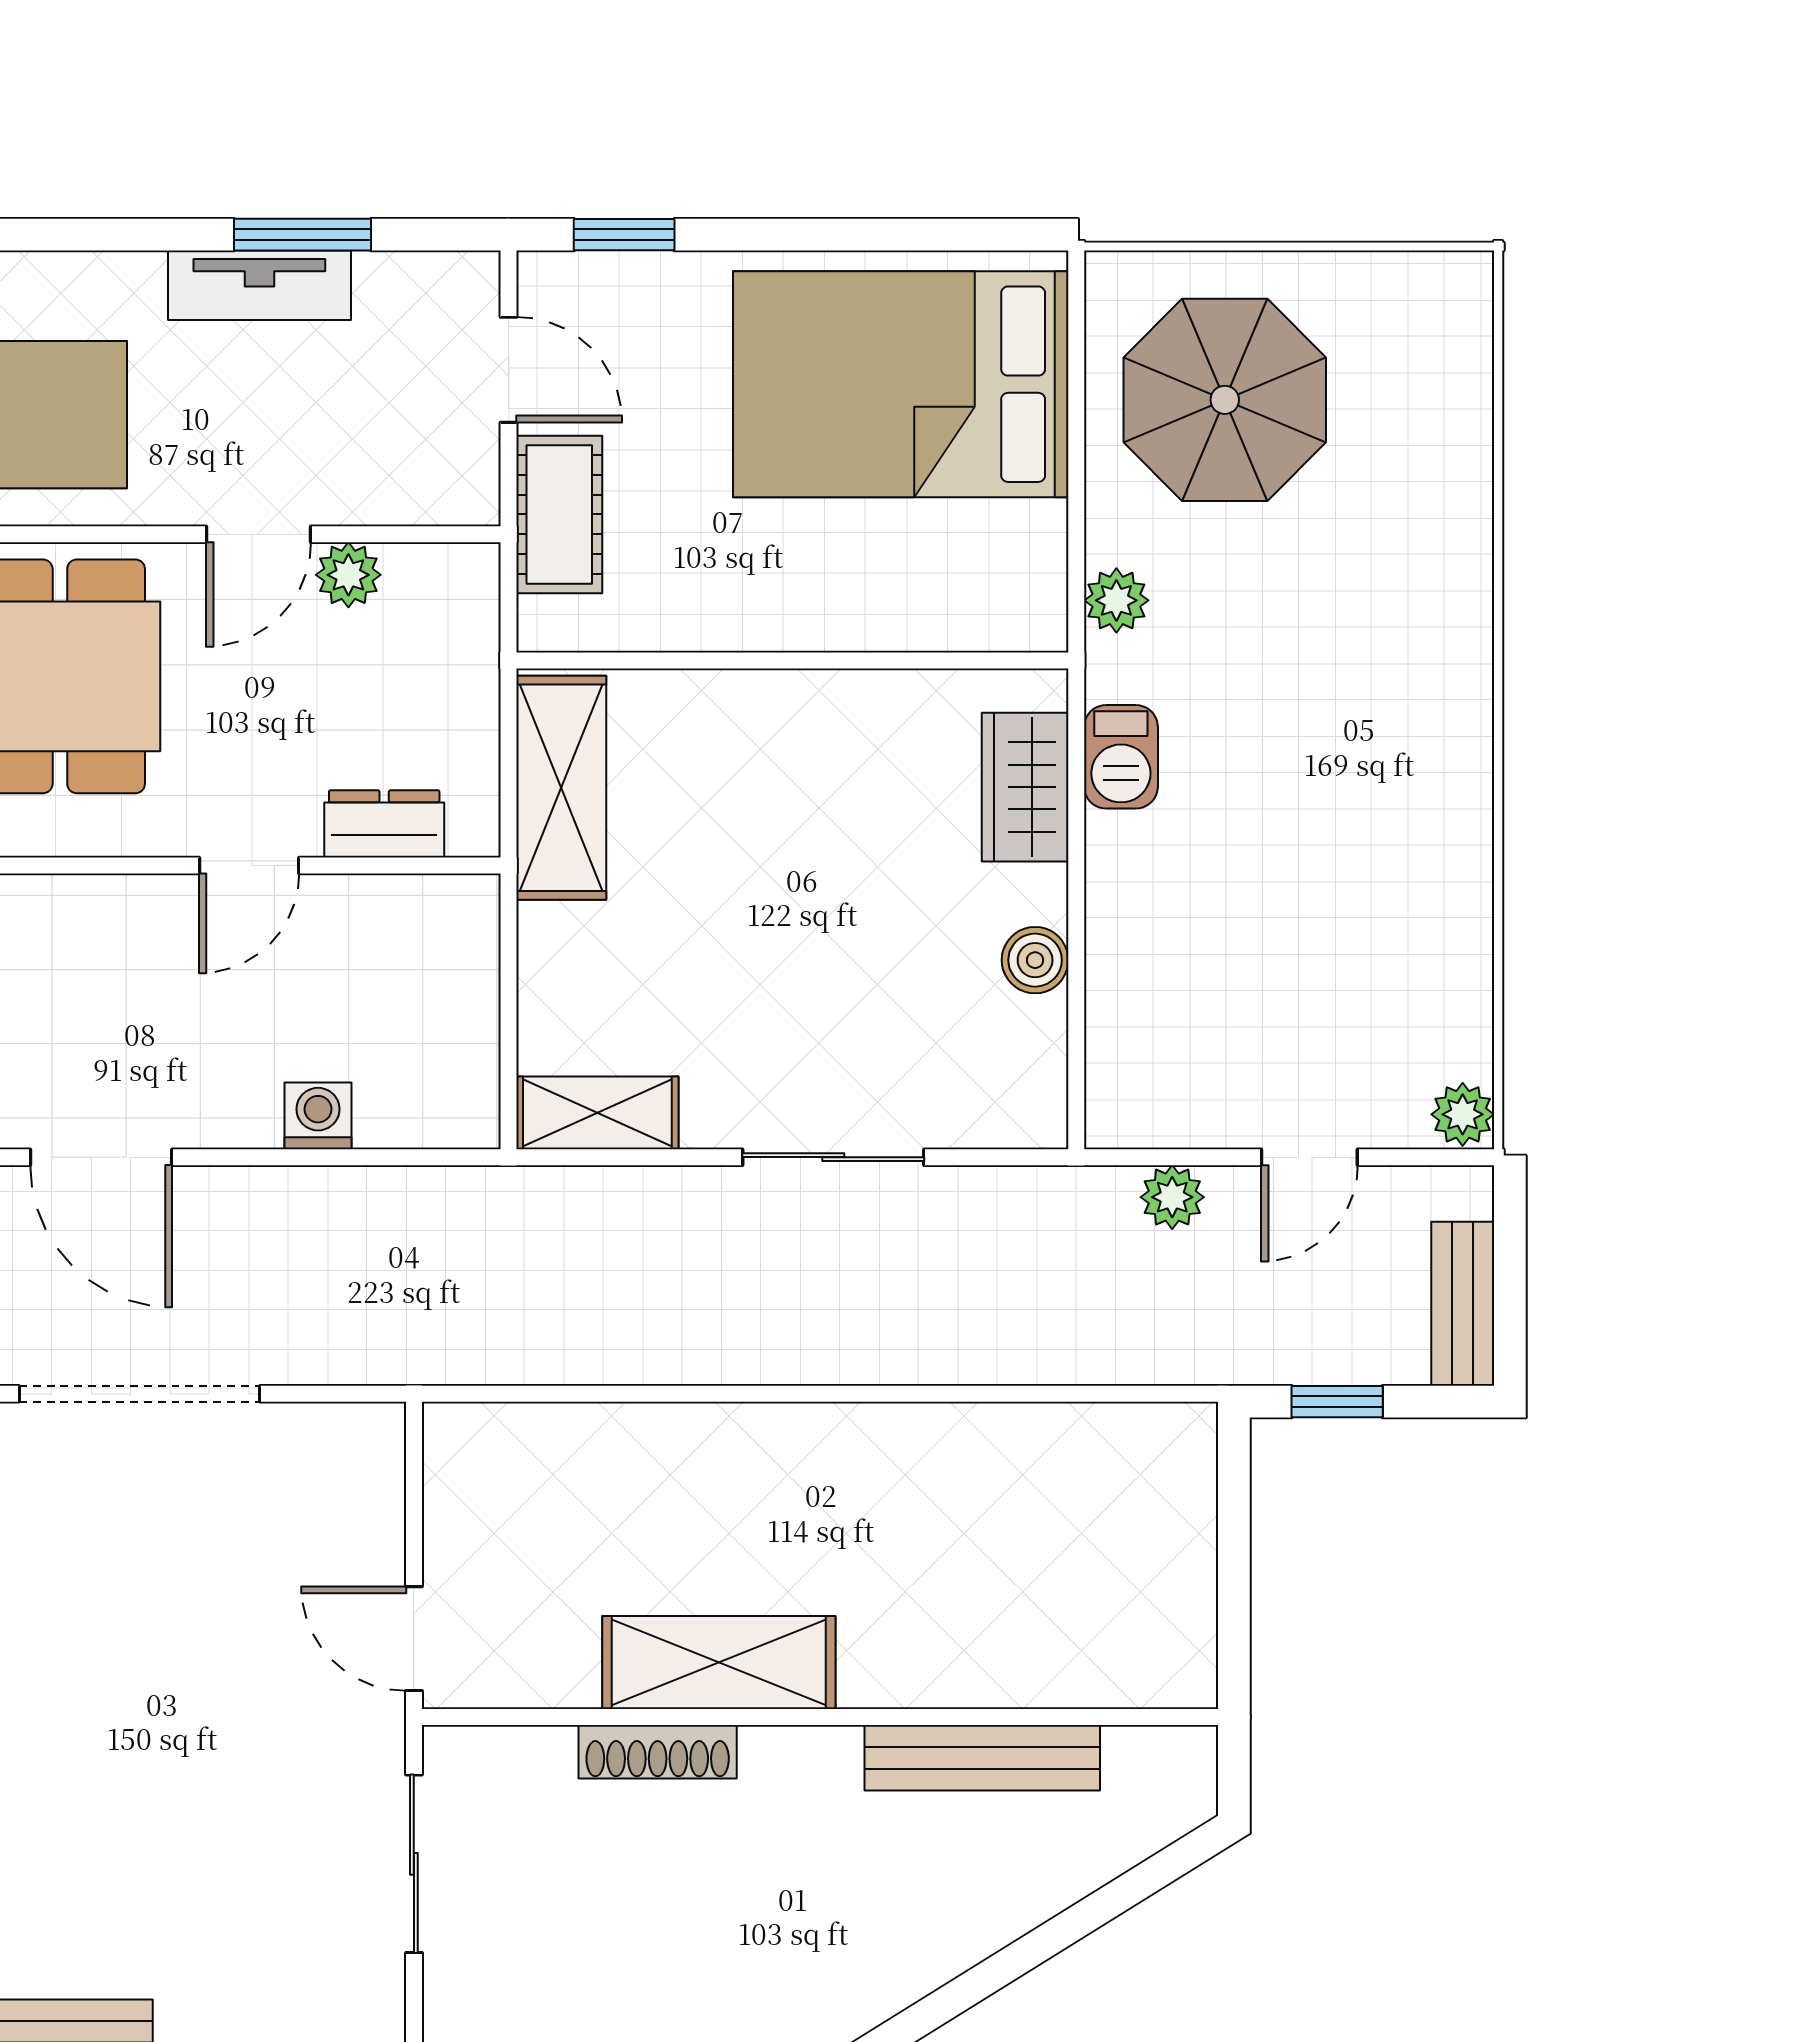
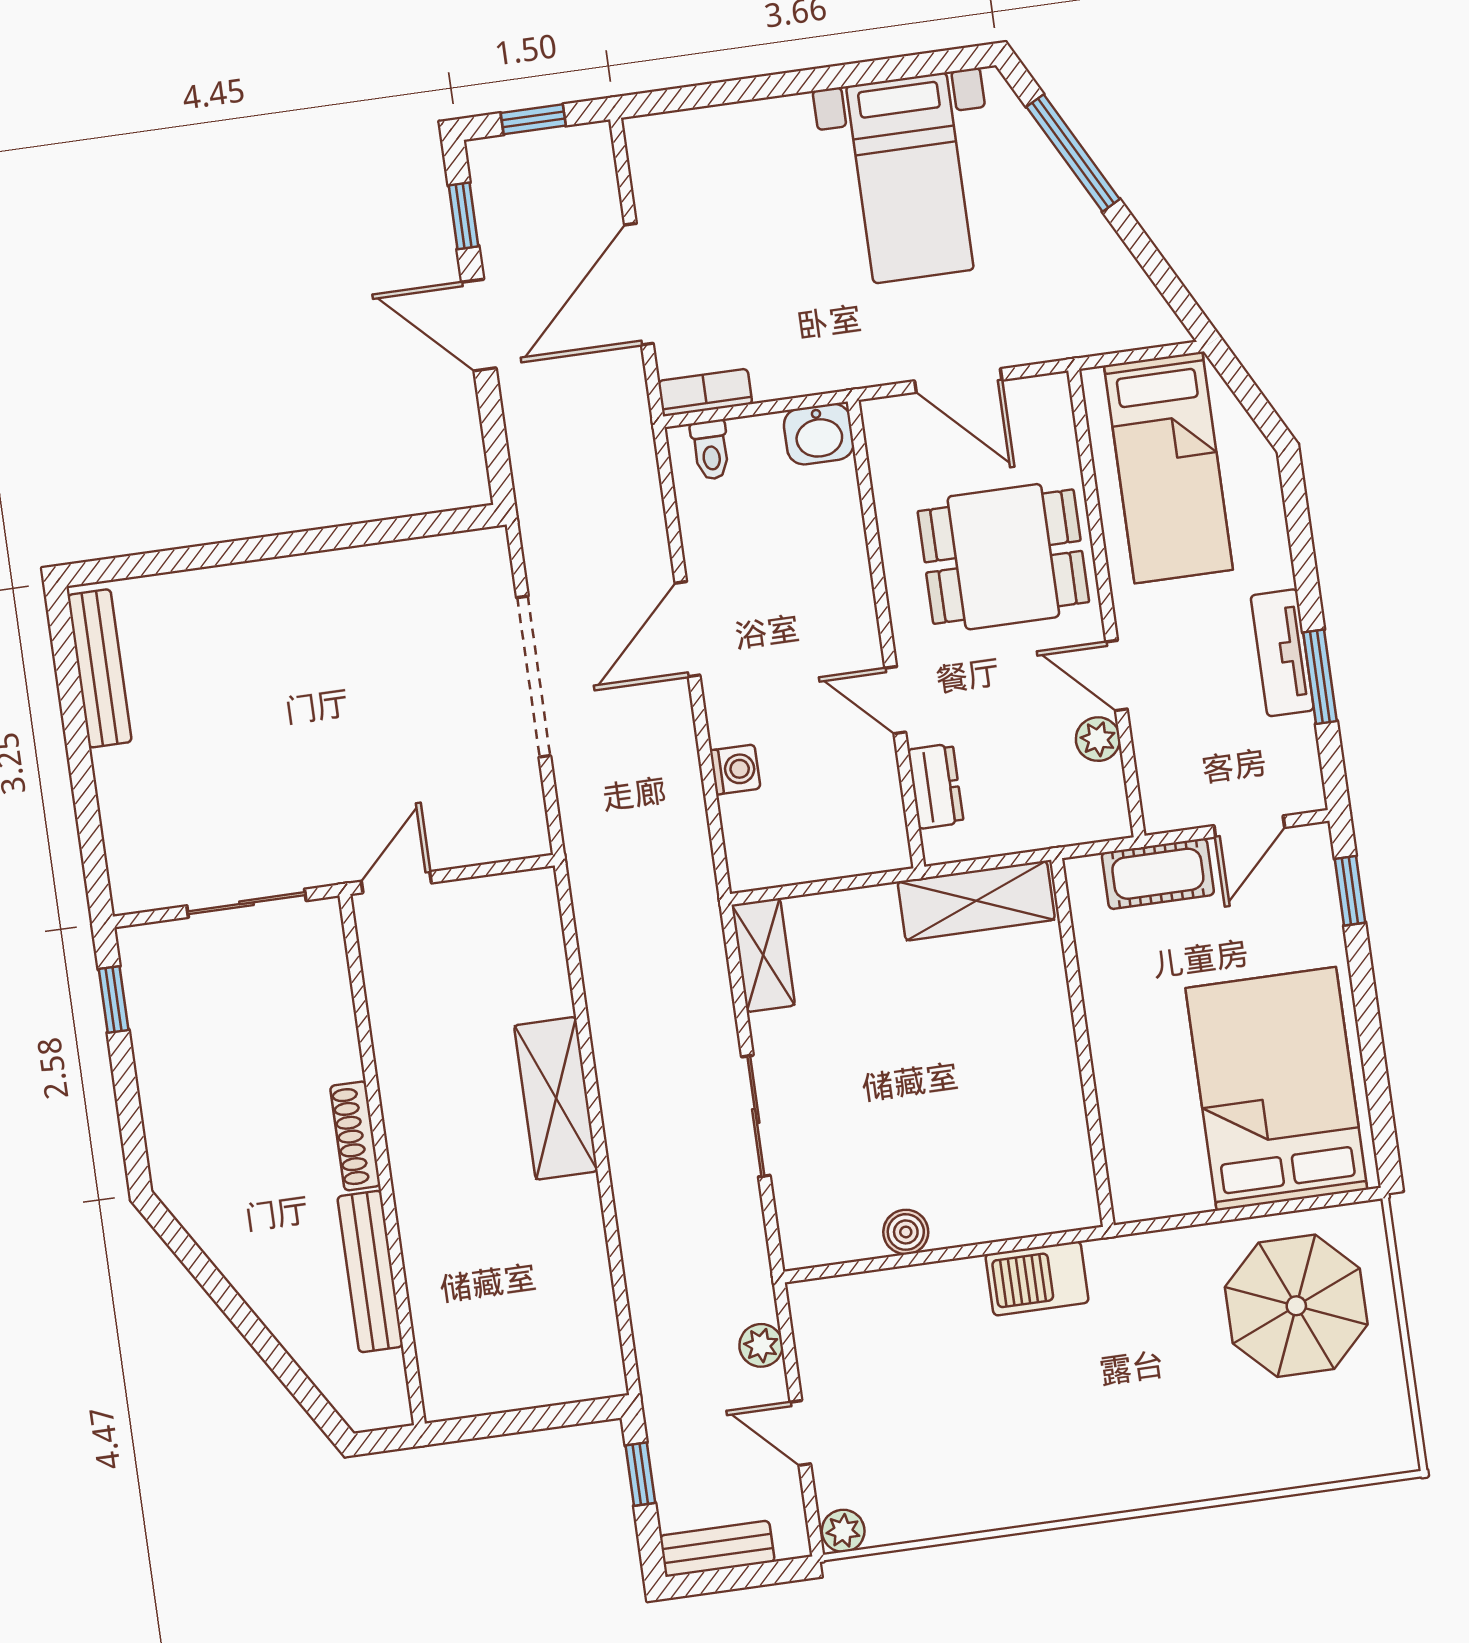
plant: (1116, 600) -> (1153, 1252), removed
barbecue: (1121, 757) -> (1037, 1278), width x1.38, depth x1.27
wardrobe: (1025, 787) -> (1020, 1209), removed
shelving: (719, 1663) -> (556, 1098), moved
shoe rack: (658, 1752) -> (355, 1136), moved

